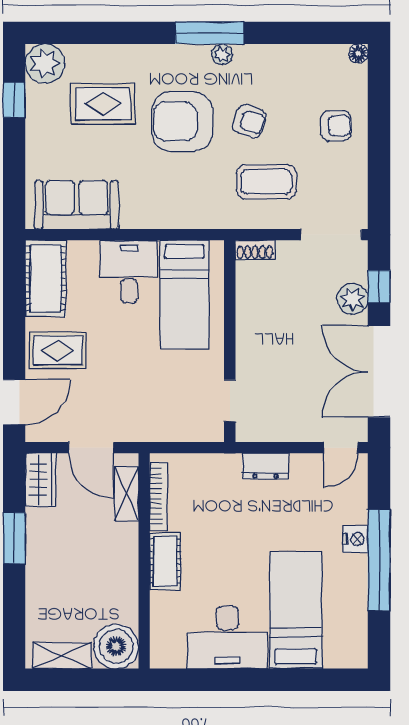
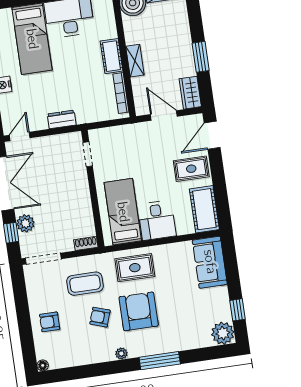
window: (210, 33) -> (160, 361), moved
rug: (103, 104) -> (135, 268), moved
armchair: (182, 121) -> (139, 311), turned -90
sofa: (77, 205) -> (210, 262), moved, turned 90
shelving: (126, 494) -> (135, 61), moved

